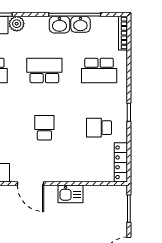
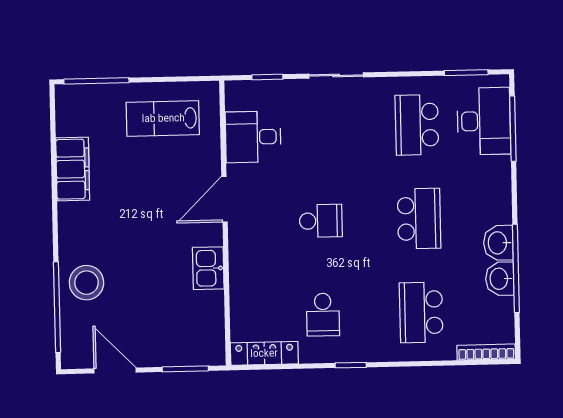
plant: (17, 24) -> (498, 169), removed
school desk: (99, 128) -> (323, 315), turned 180

